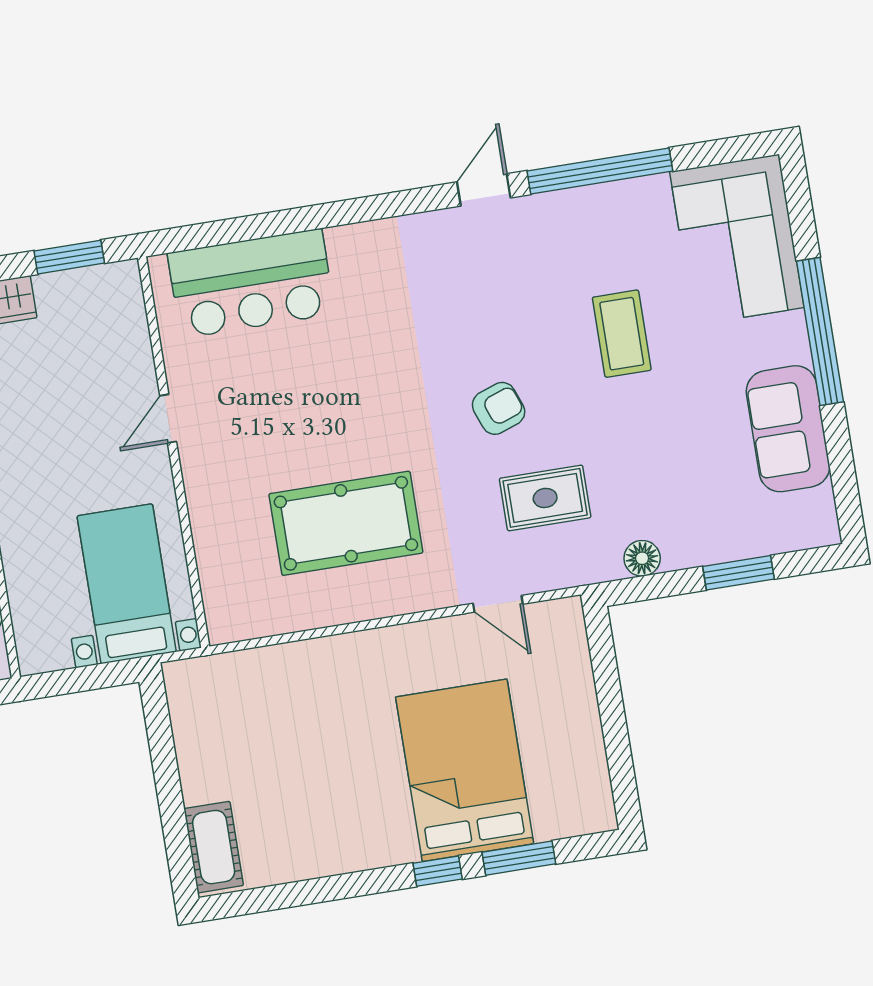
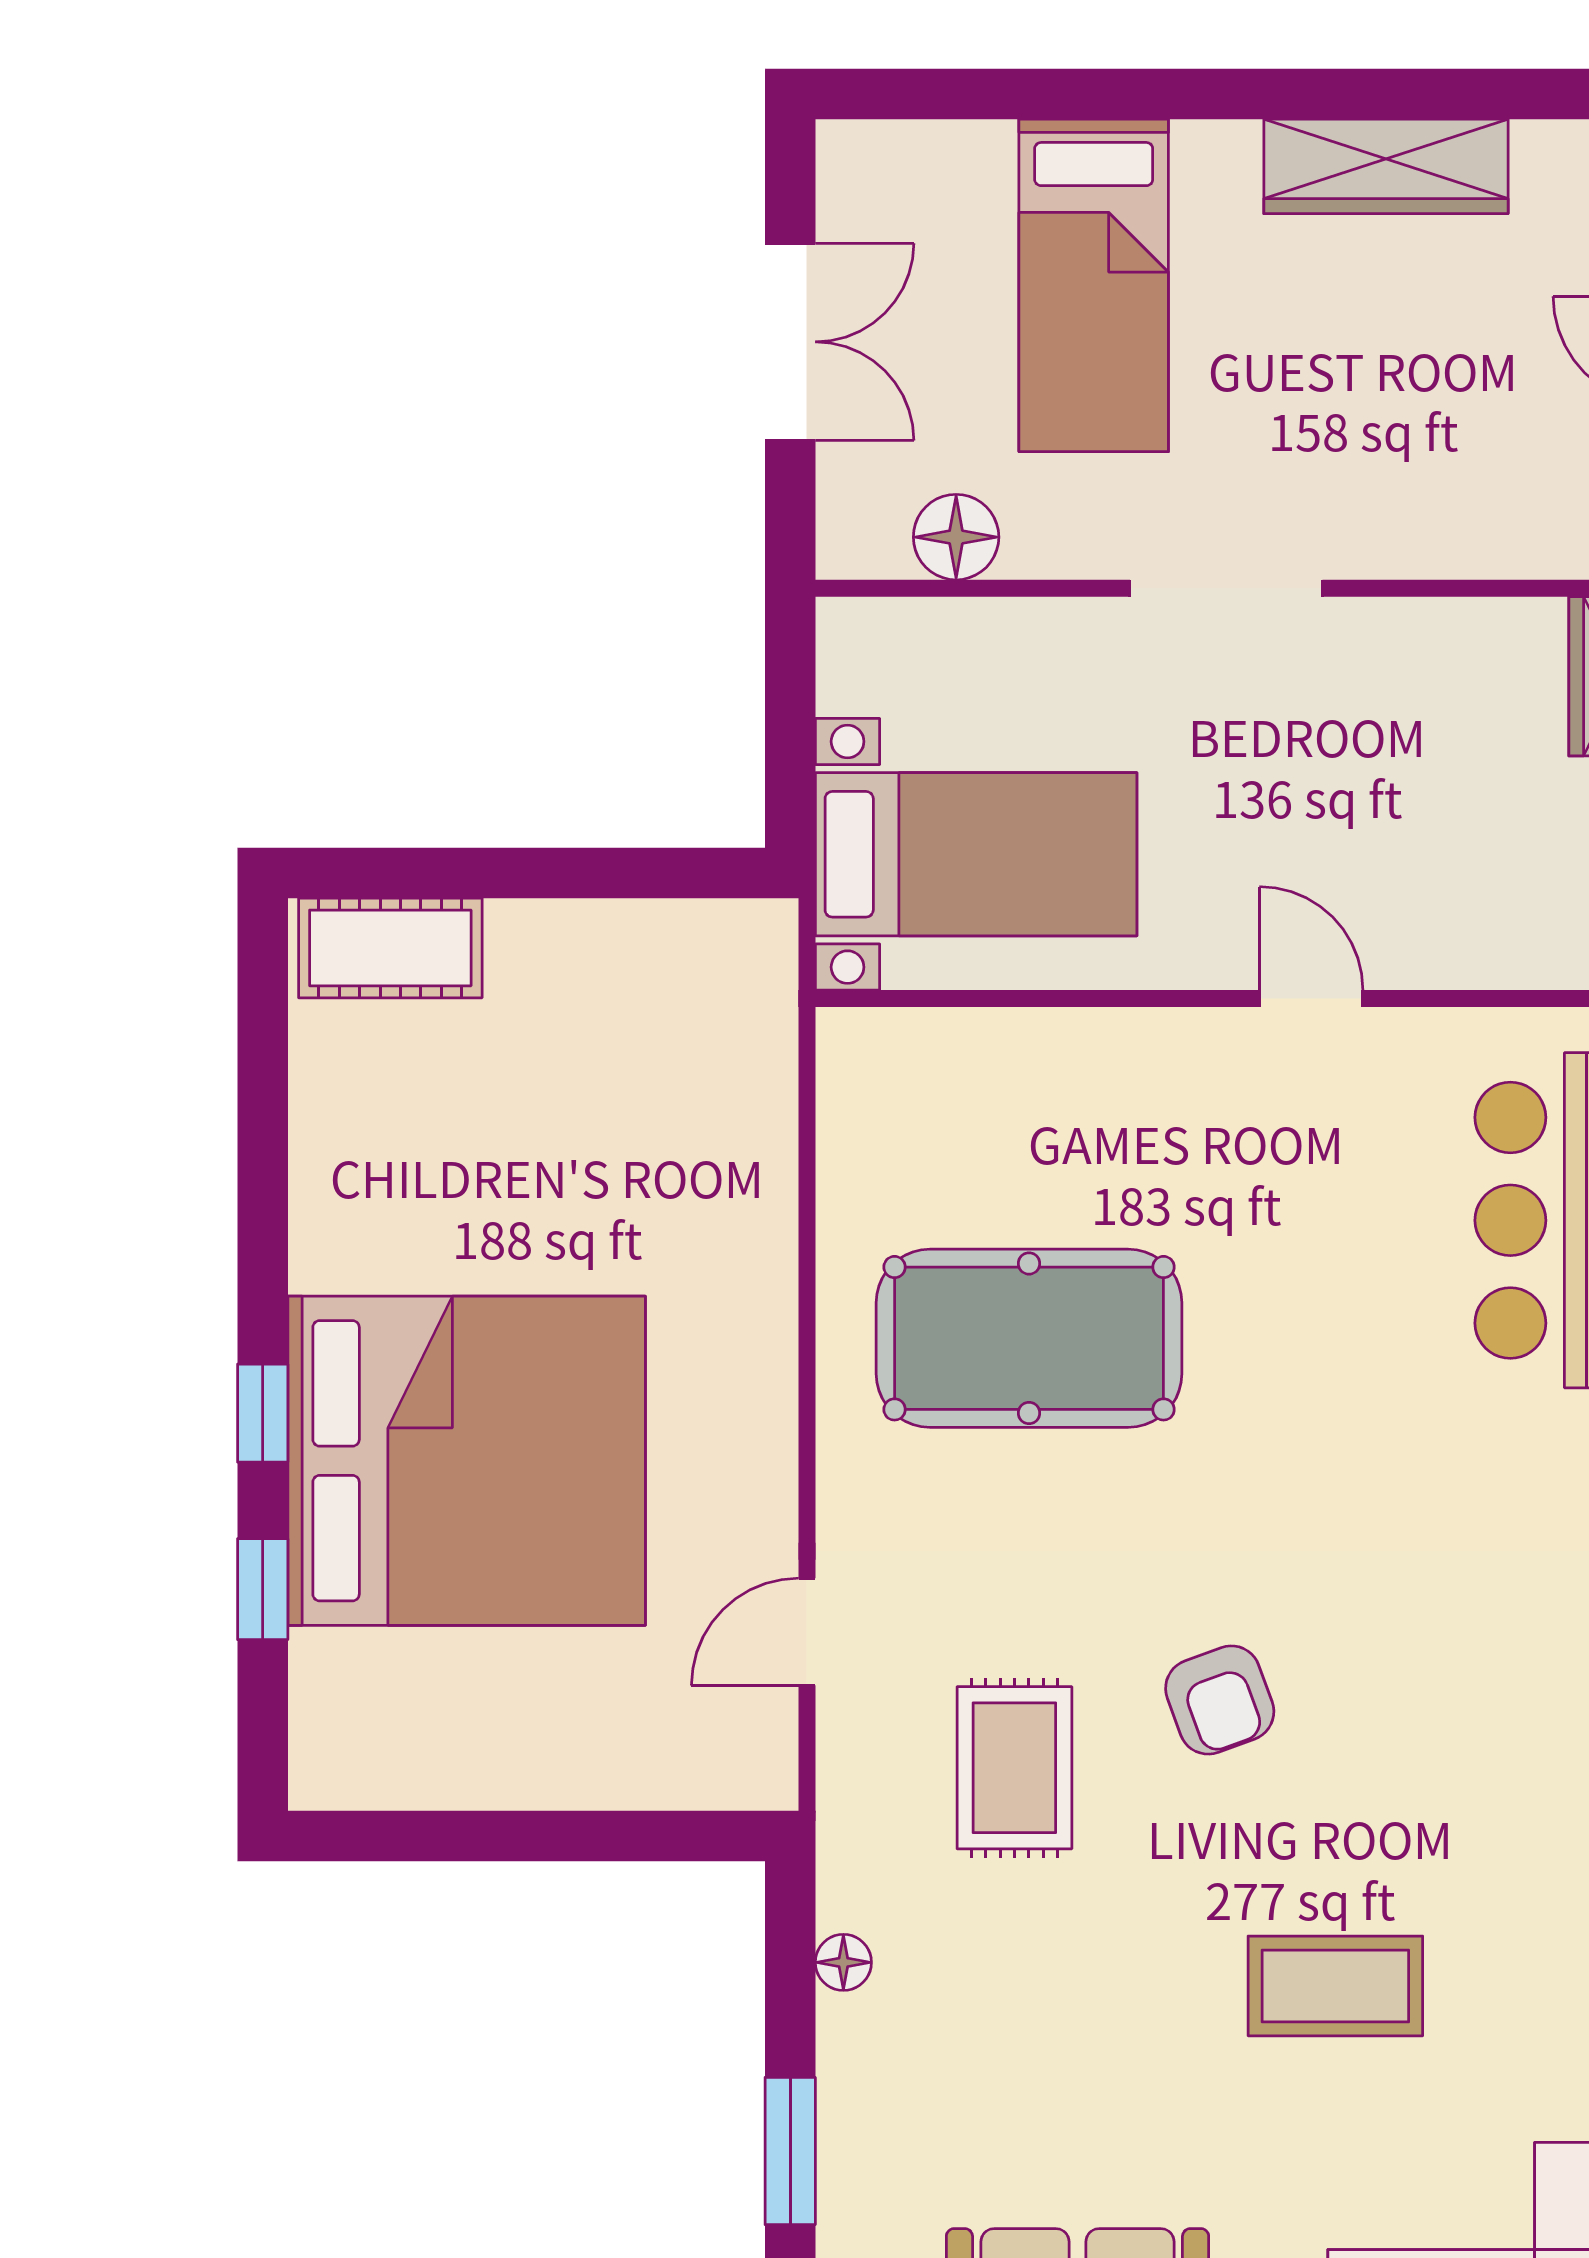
pool table: (346, 523) -> (1029, 1338), turned 90
floor lamp: (642, 558) -> (843, 1962), width x0.73, depth x0.73
bed: (465, 770) -> (467, 1461), width x1.36
window: (519, 858) -> (263, 1589), width x0.67

